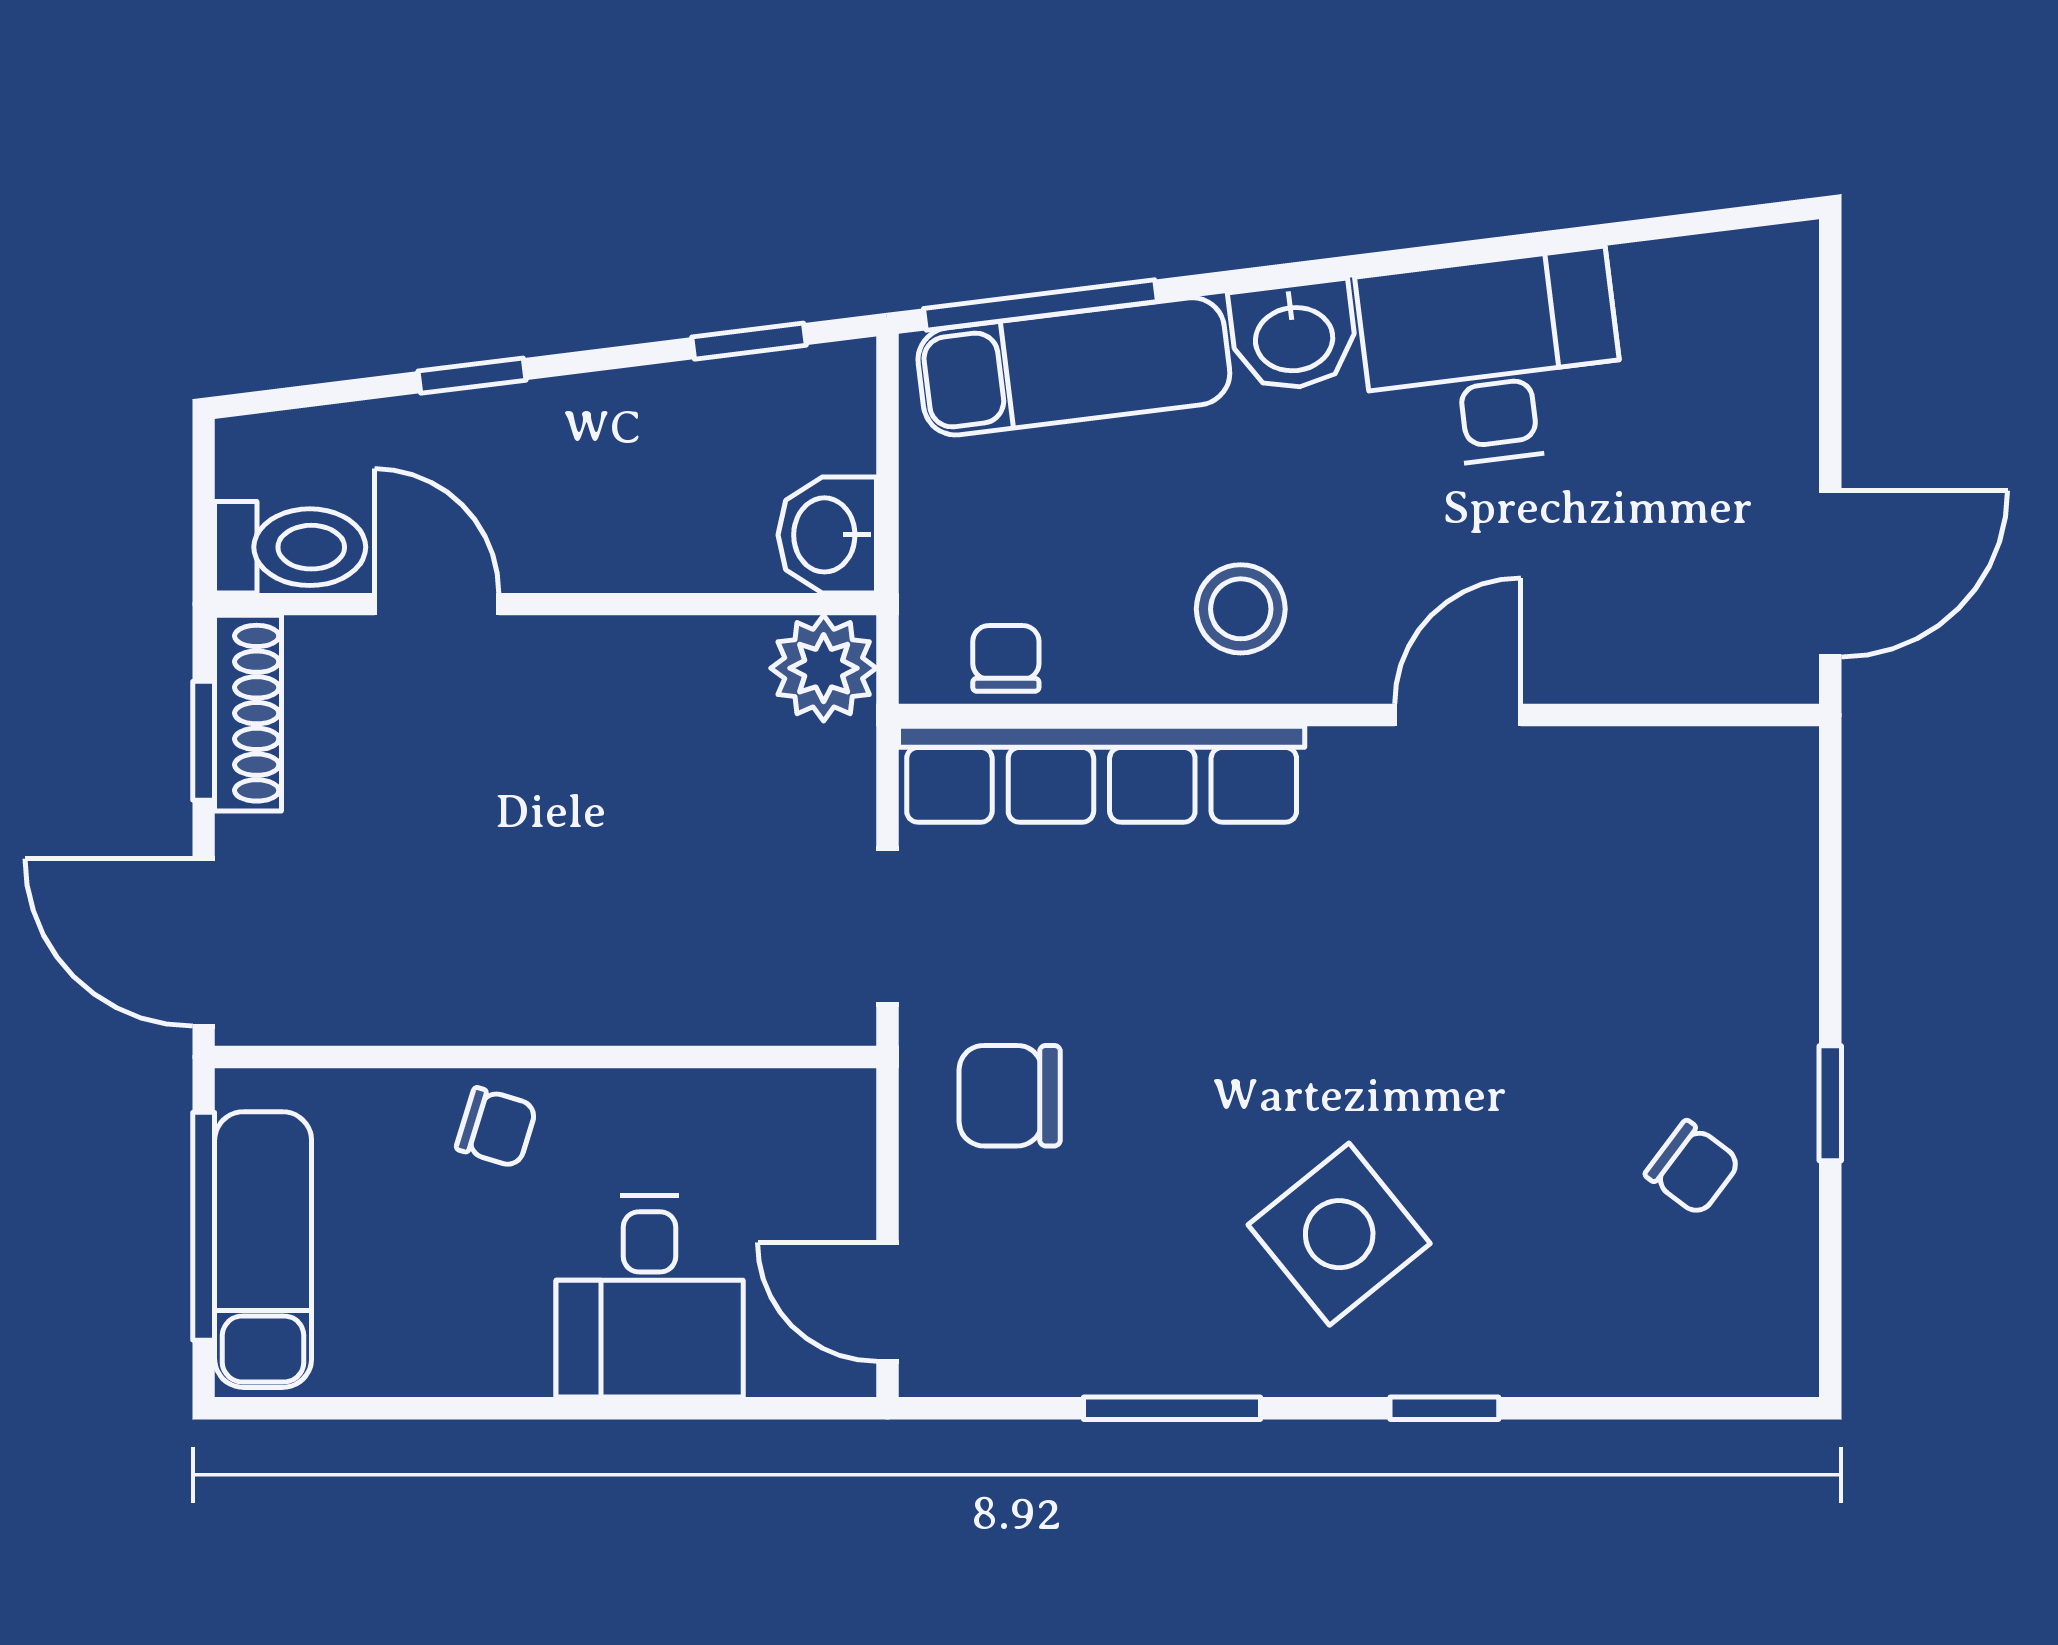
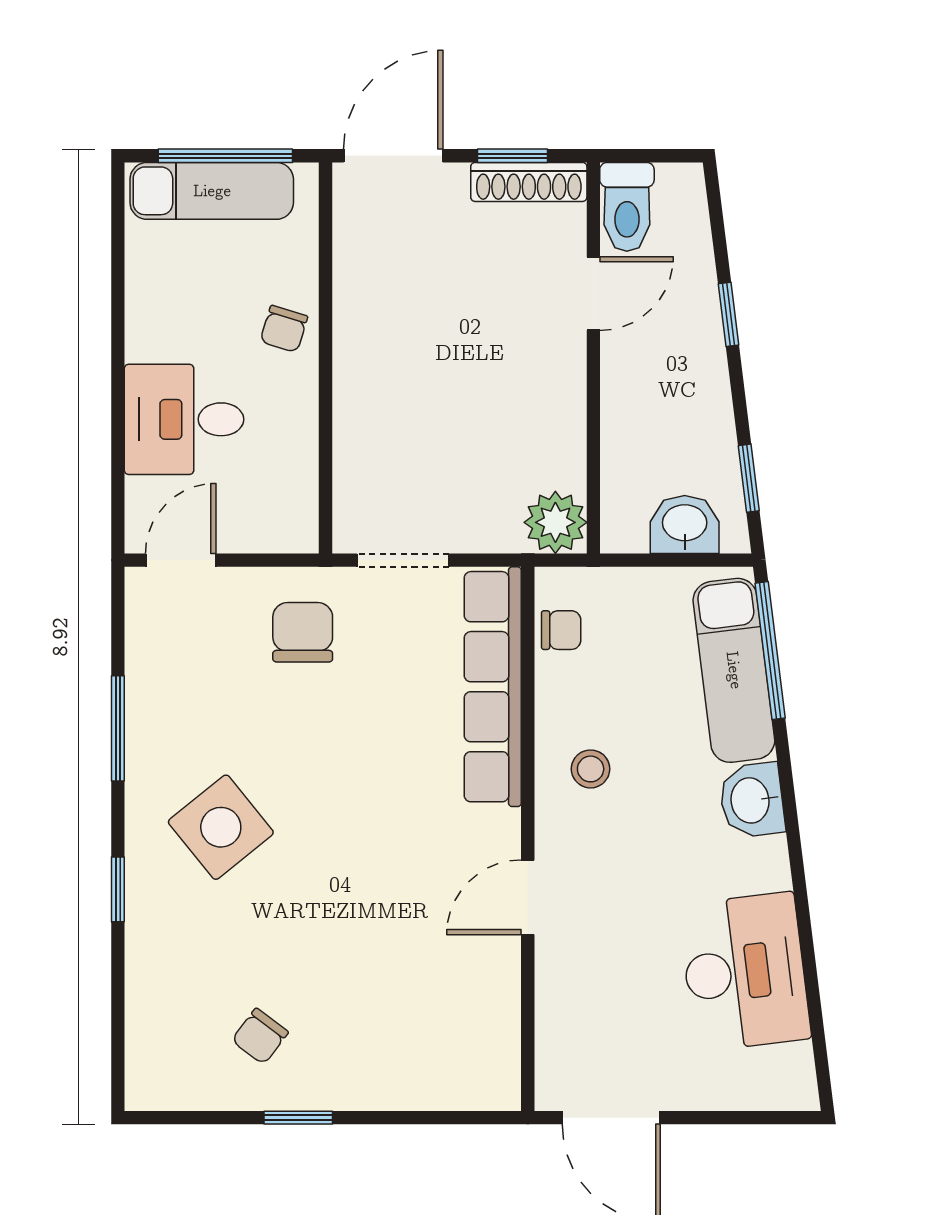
desk: (1492, 360) -> (745, 972), moved
washbasin: (827, 535) -> (685, 524), moved
stool: (1241, 609) -> (591, 769), width x0.73, depth x0.73
door: (1458, 715) -> (528, 897), swing flipped

